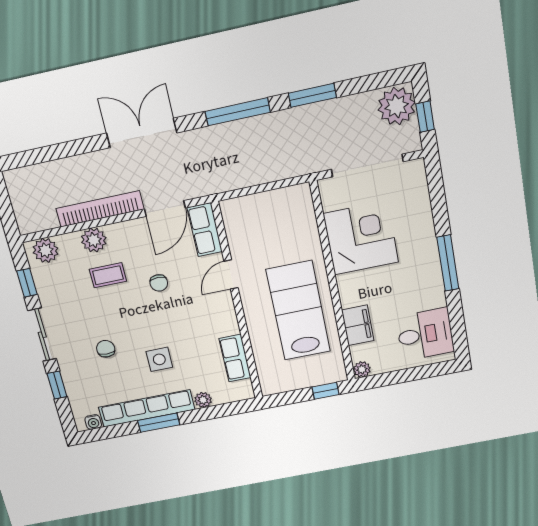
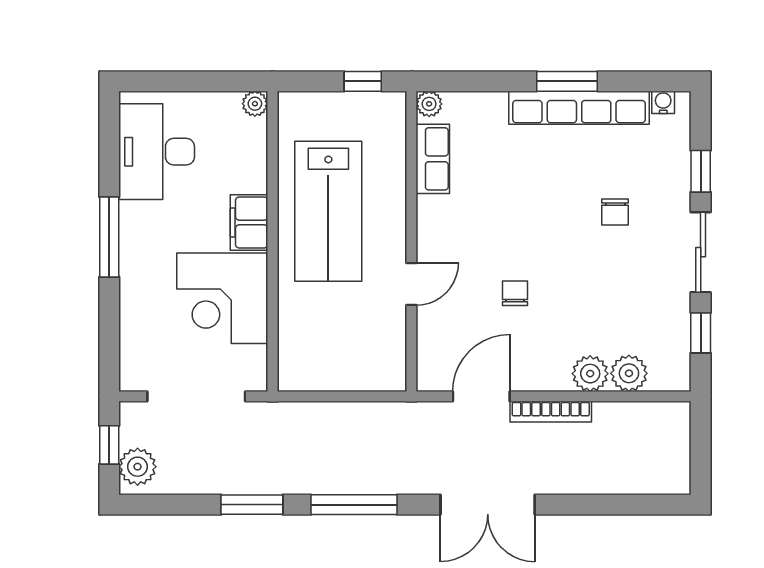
plant: (397, 106) -> (138, 467), width x0.73, depth x0.73
bookcase: (100, 209) -> (551, 412), width x0.68, depth x0.76
row of seats: (205, 230) -> (434, 355), removed
plant: (46, 250) -> (629, 373), moved
coffee table: (108, 275) -> (584, 320), removed
filing cabinet: (358, 325) -> (249, 222), moved
desk: (425, 334) -> (157, 152), width x1.37
side table: (159, 359) -> (542, 180), removed
window: (325, 391) -> (363, 81), moved
plant: (203, 400) -> (429, 104), moved

